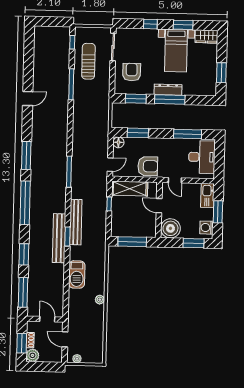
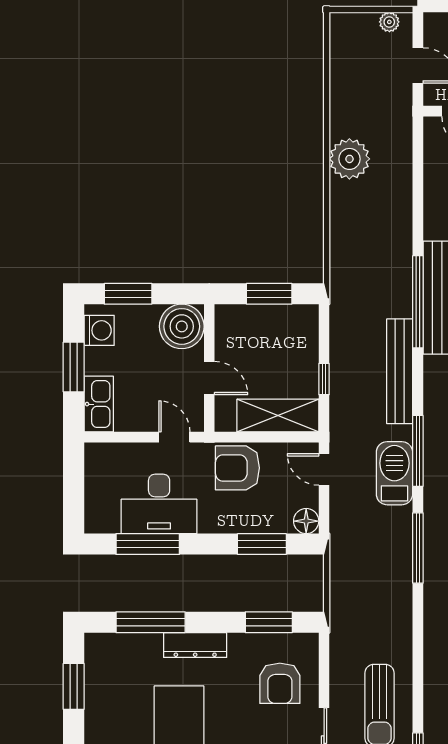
window: (71, 84) -> (418, 548), moved
window: (170, 100) -> (151, 622), moved
desk: (202, 157) -> (159, 504), moved, turned -90
door: (110, 165) -> (324, 469), hinge flipped
bench: (76, 222) -> (400, 371), moved
window: (67, 237) -> (418, 302), width x2.11
window: (132, 242) -> (269, 294), width x0.69
barbecue: (77, 274) -> (394, 473), moved
plant: (100, 300) -> (349, 159), width x1.88, depth x1.88

